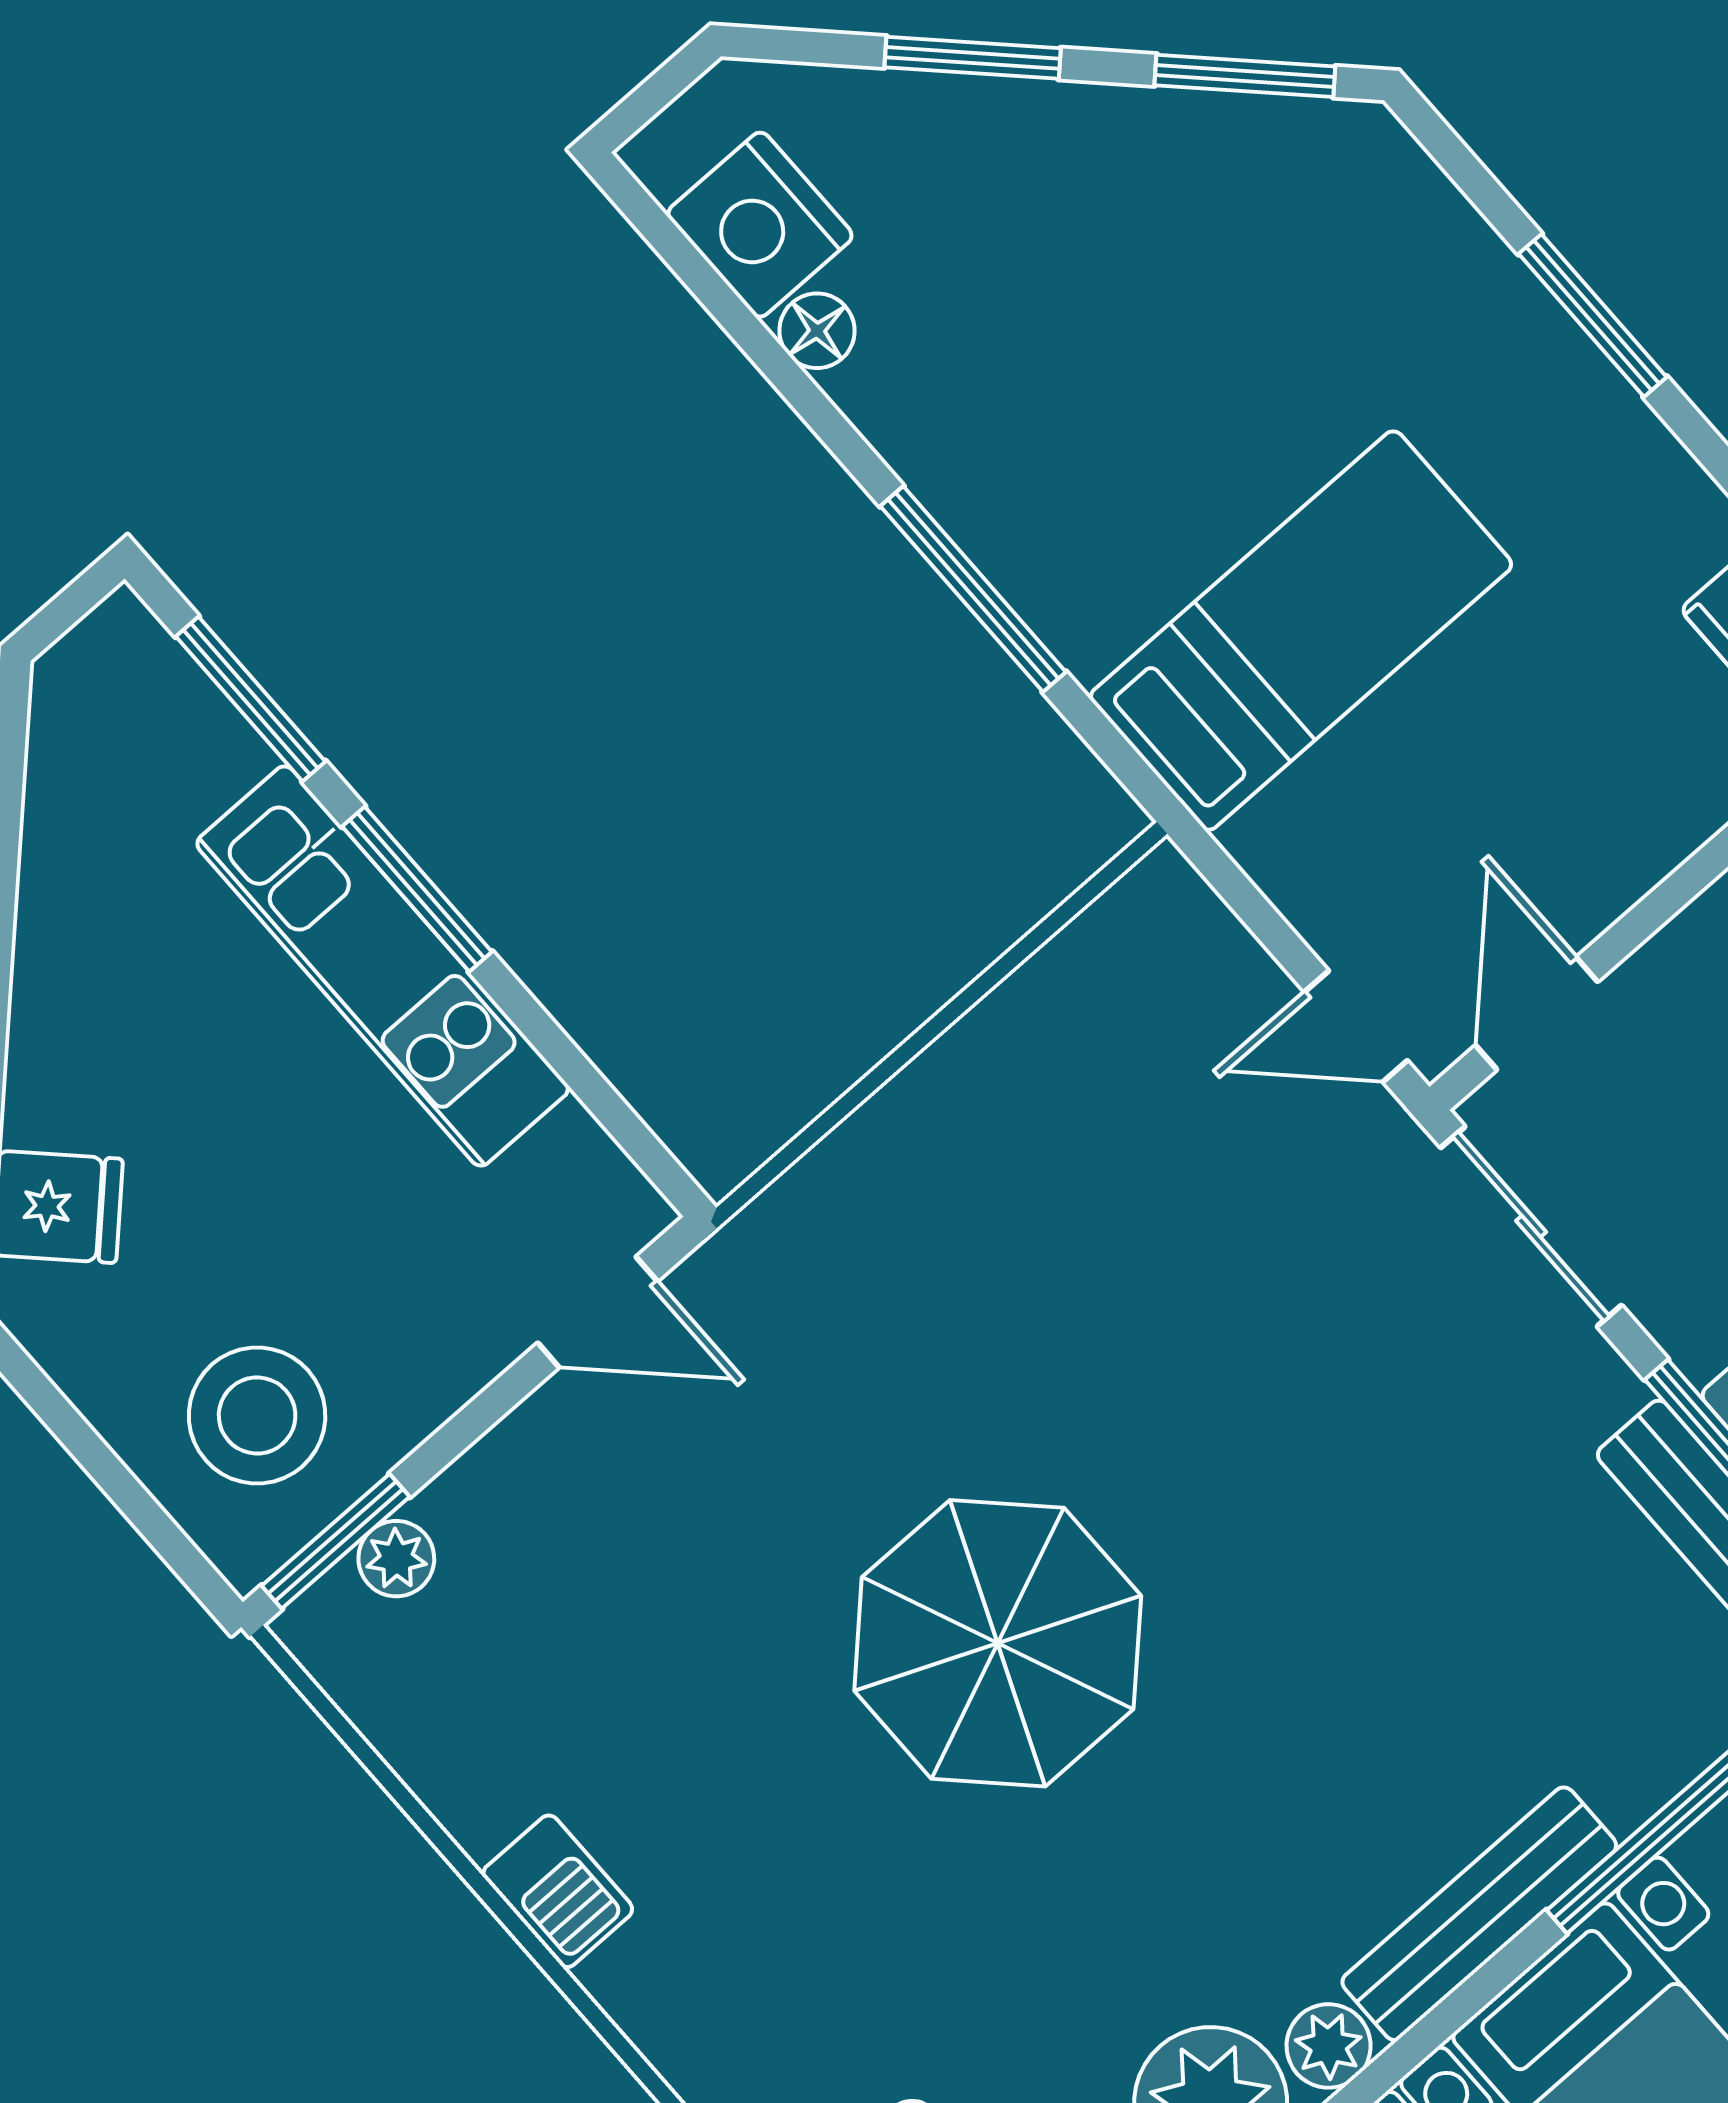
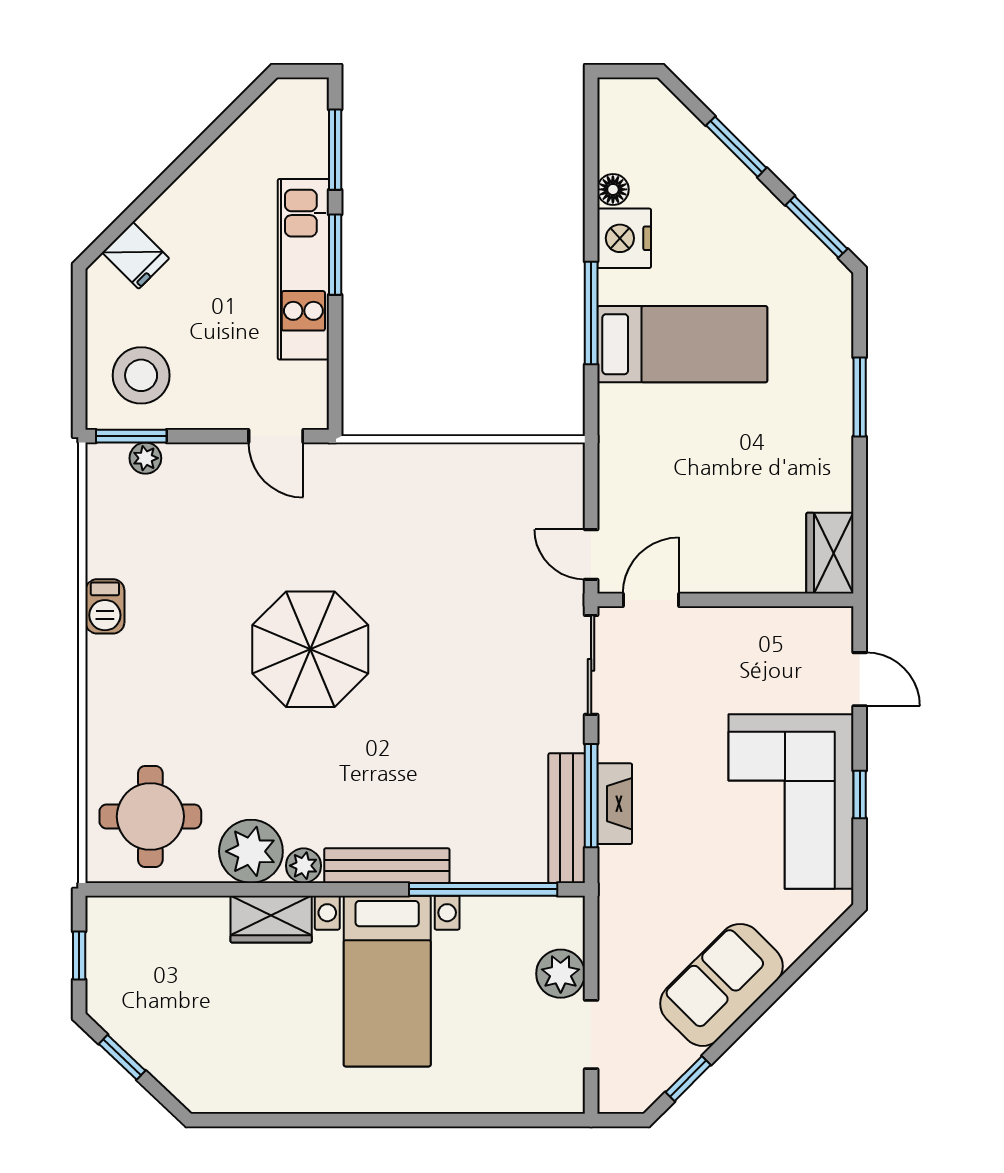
nightstand: (760, 225) -> (624, 238), moved
bed: (1301, 631) -> (682, 344), moved

